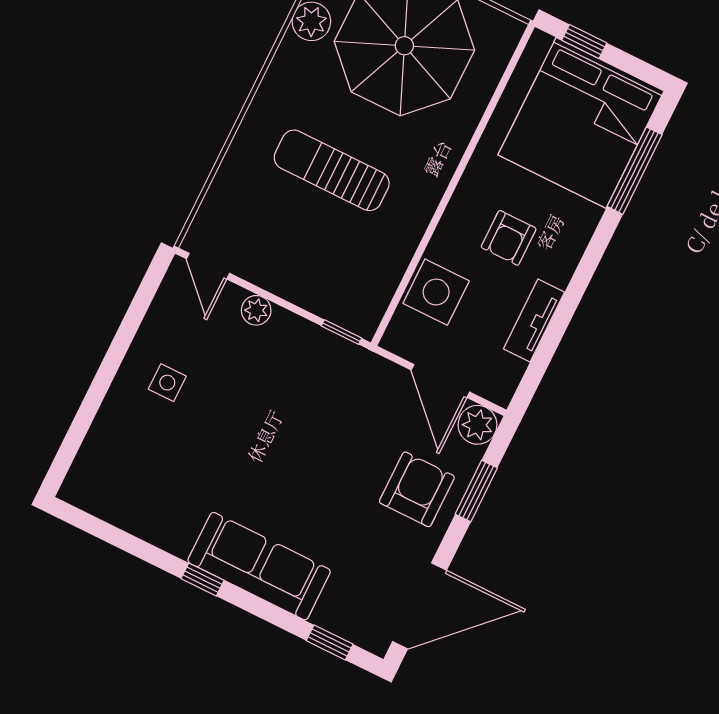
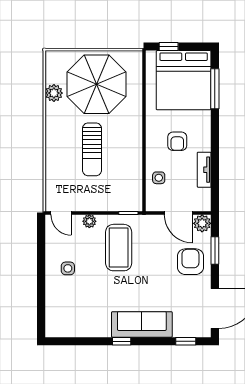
sun lounger: (332, 170) -> (92, 149), turned -90
side table: (436, 292) -> (159, 178), width x0.54, depth x0.54
coffee table: (288, 391) -> (119, 248), added

